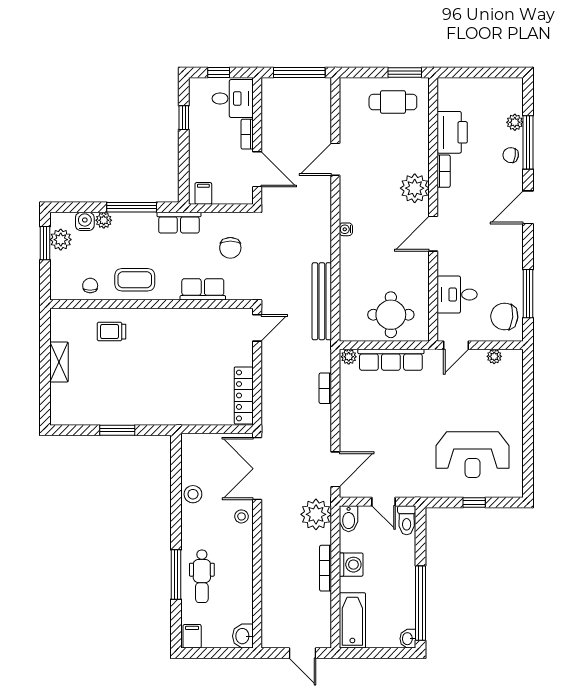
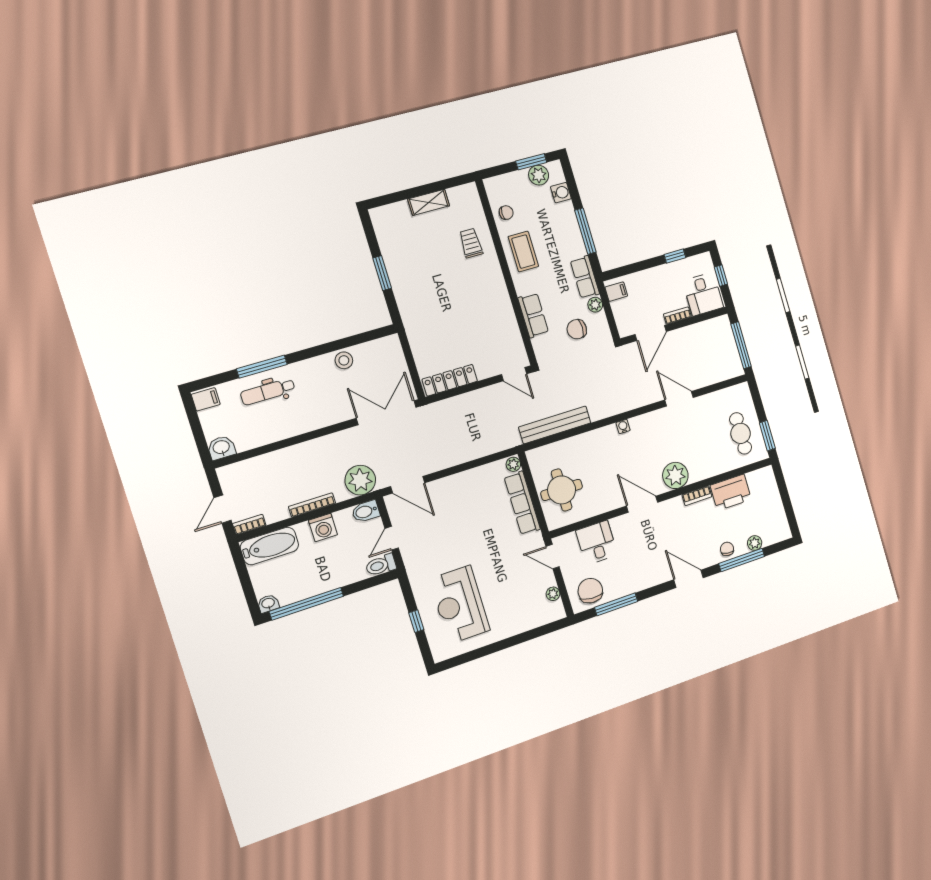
plant: (104, 220) -> (595, 305), moved
bookcase: (325, 388) -> (249, 524), moved
stool: (242, 516) -> (337, 412), removed

